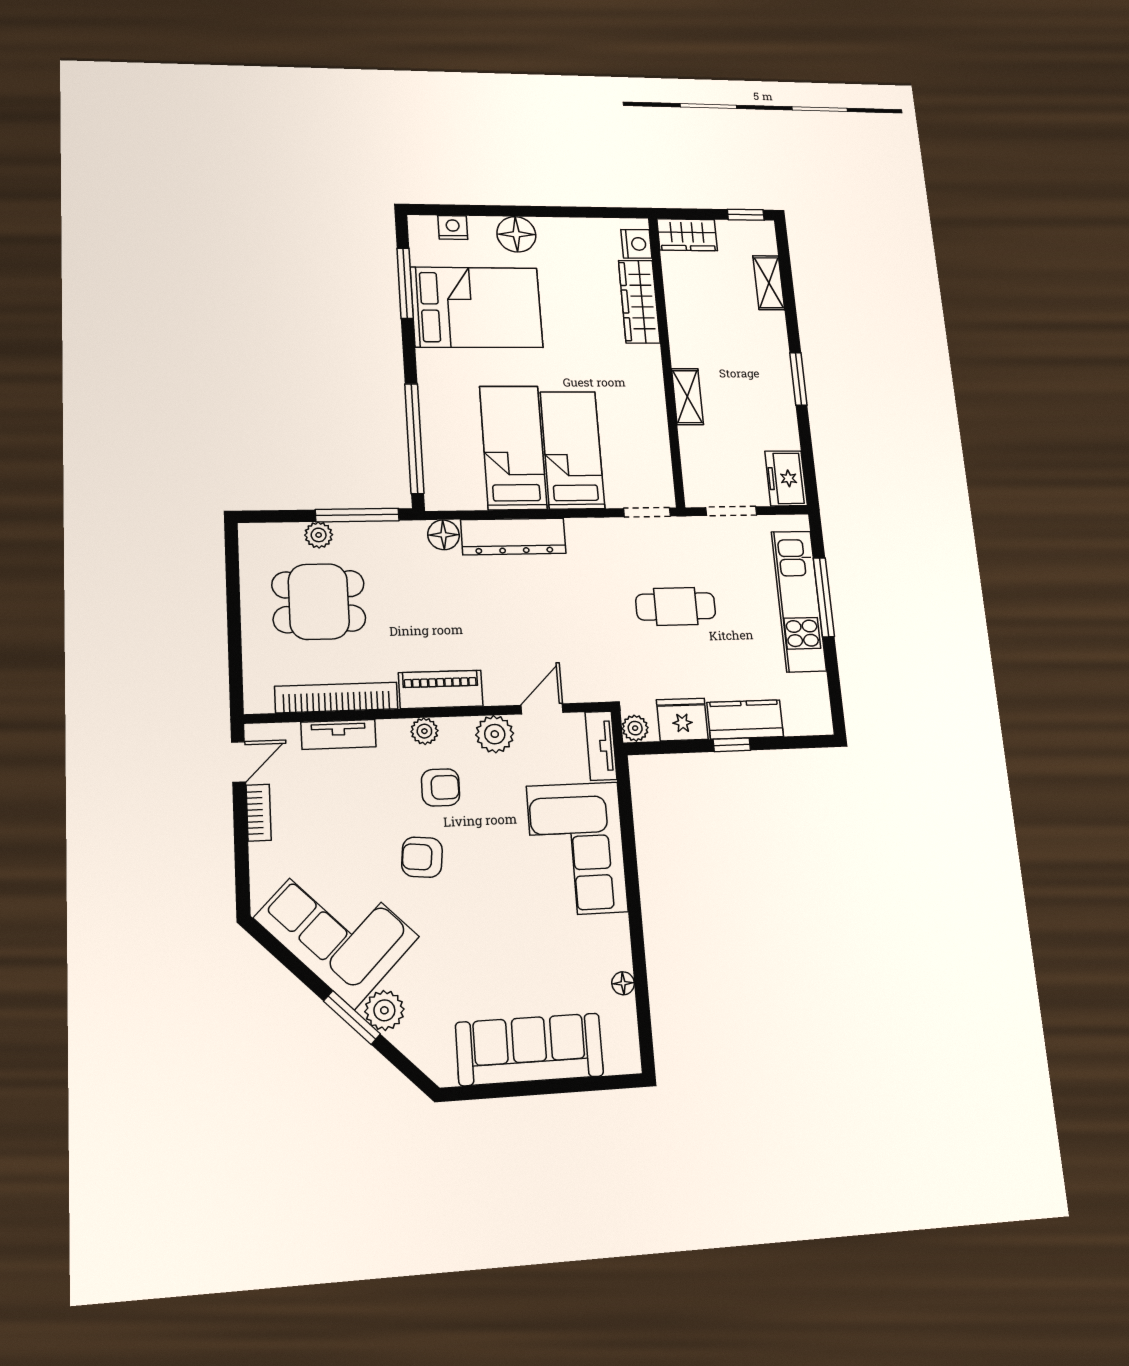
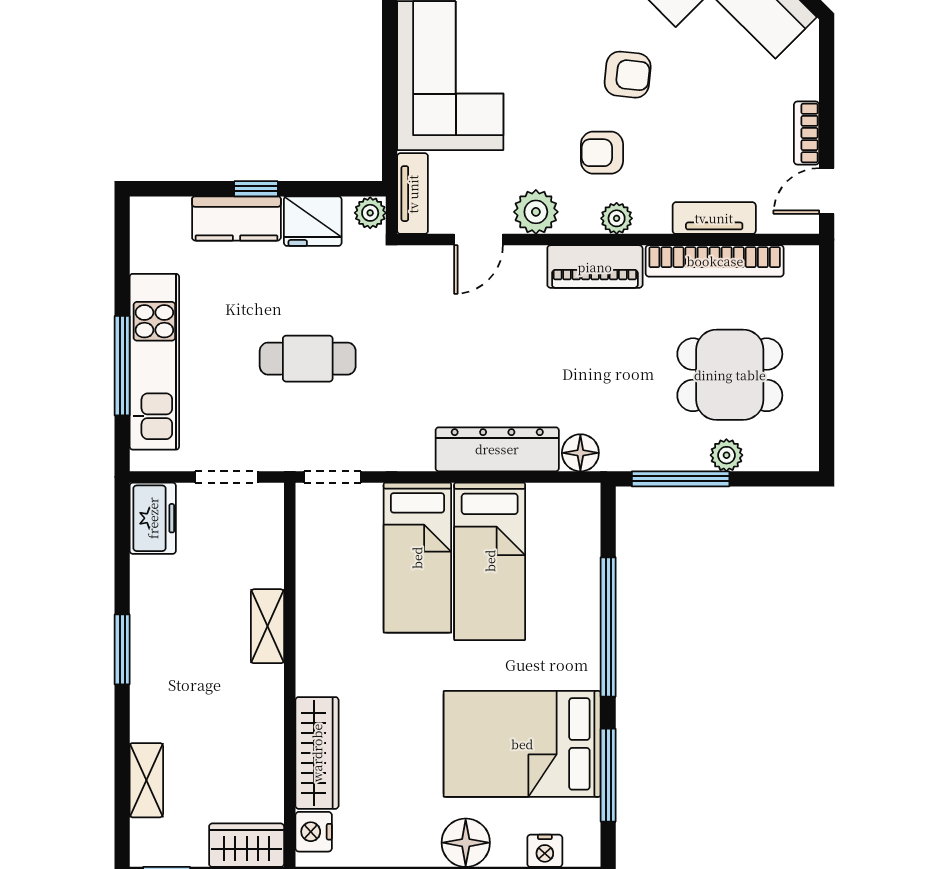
window: (414, 438) -> (608, 627), moved

